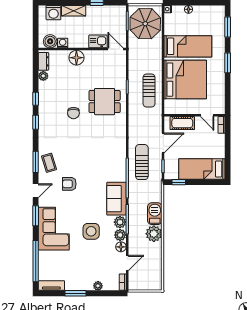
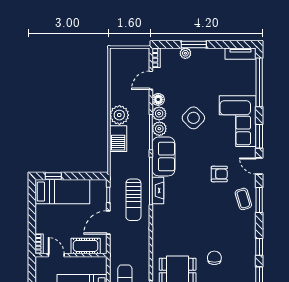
fireplace: (121, 170) -> (158, 191), added
window: (179, 182) -> (53, 176), moved
door: (36, 191) -> (259, 166), hinge flipped
side table: (91, 231) -> (193, 118), turned 45
window: (75, 293) -> (194, 44), moved

